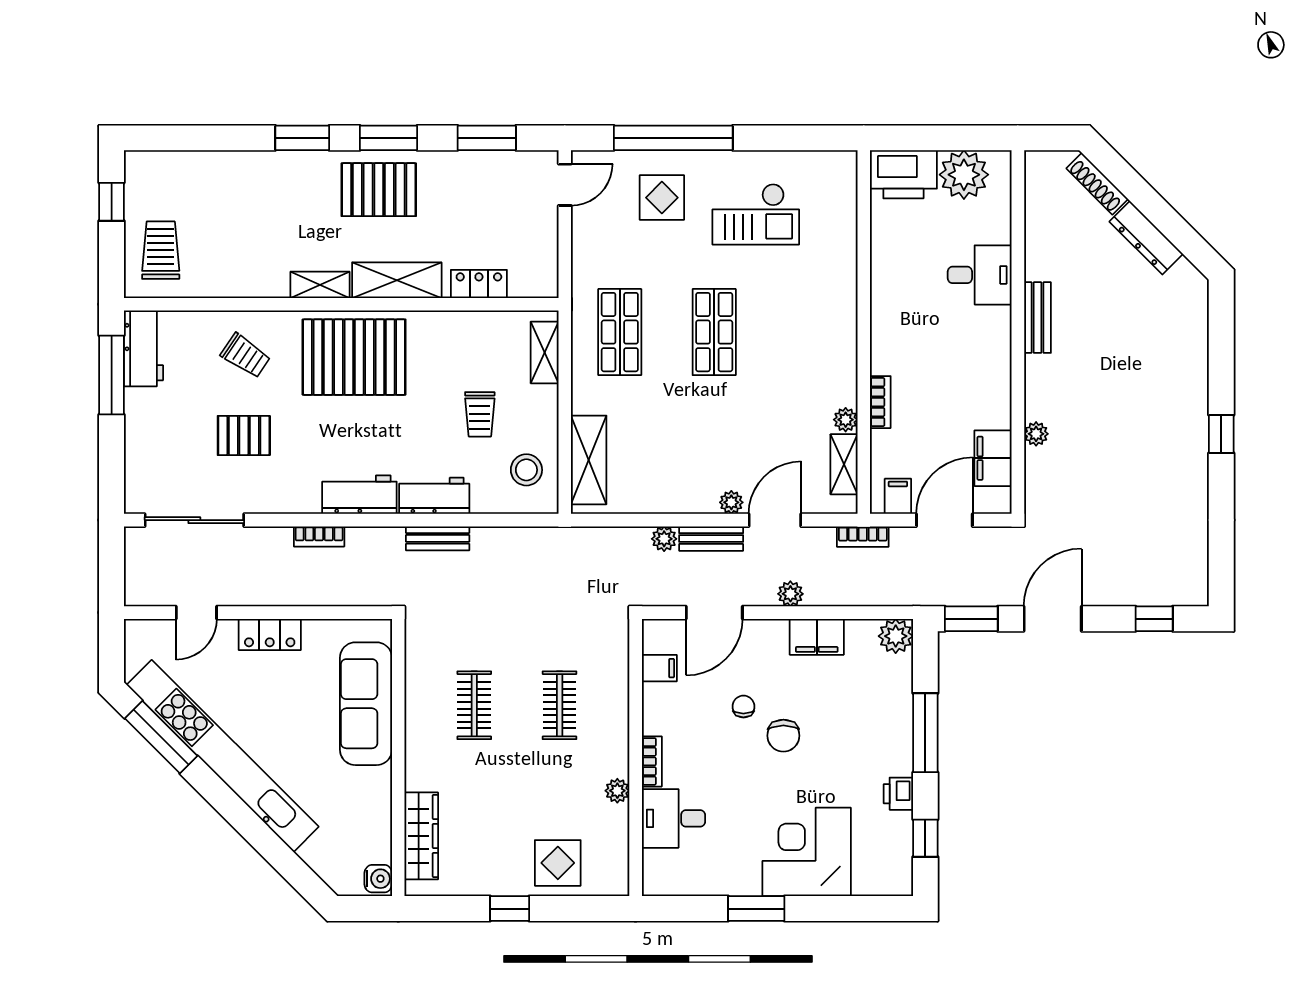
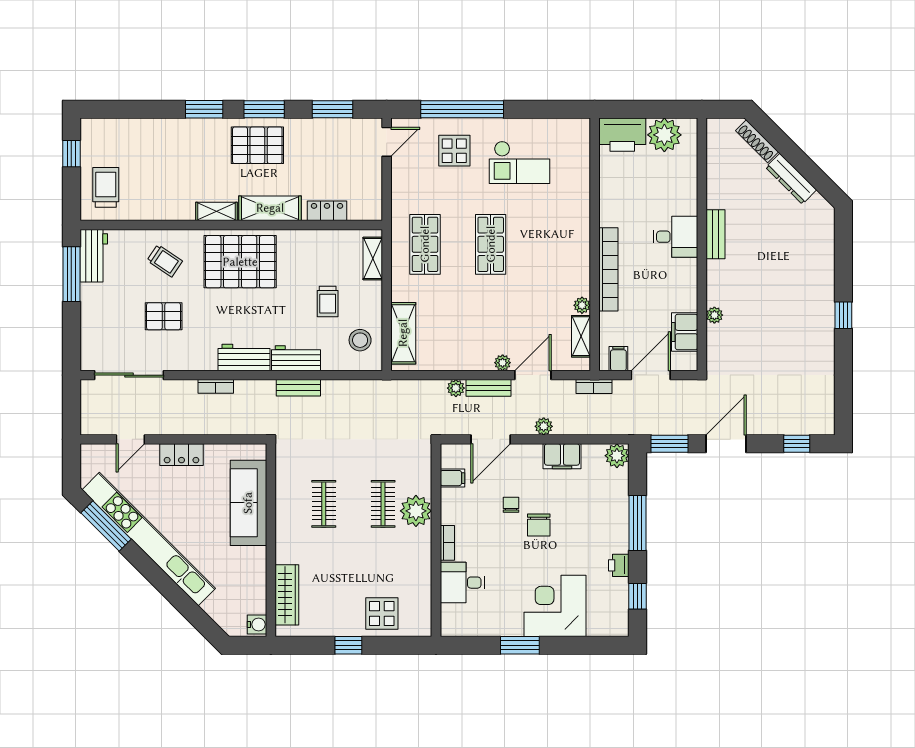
desk: (980, 275) -> (675, 237), moved
bookcase: (880, 402) -> (608, 269), width x2.31, depth x1.31
plant: (617, 791) -> (416, 511), moved, width x1.88, depth x1.88

